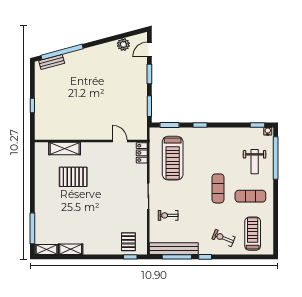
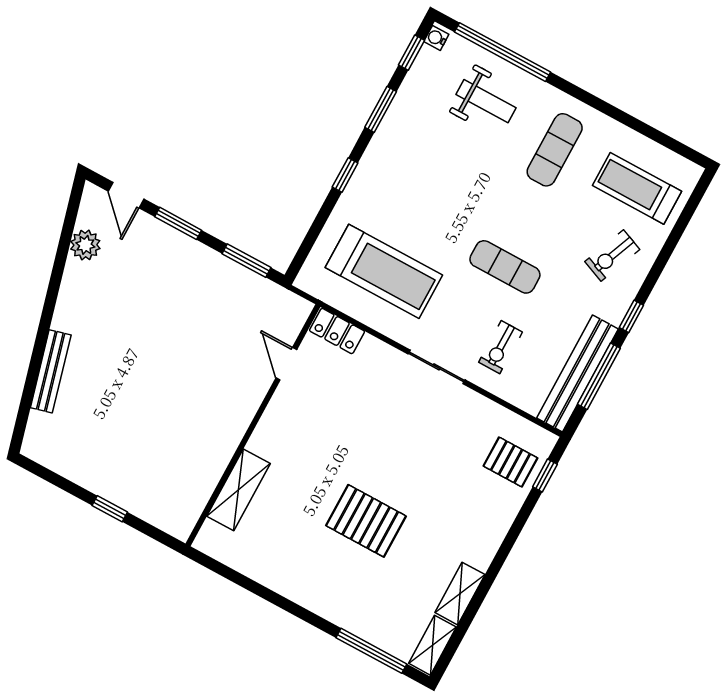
window: (62, 52) -> (30, 384), removed
bench: (52, 62) -> (51, 371), moved, width x1.36
window: (169, 125) -> (381, 109), moved
door: (120, 141) -> (286, 364), hinge flipped
pallet: (73, 177) -> (366, 521), moved, turned 90
exercise mat: (218, 188) -> (505, 267), moved

